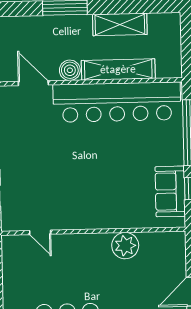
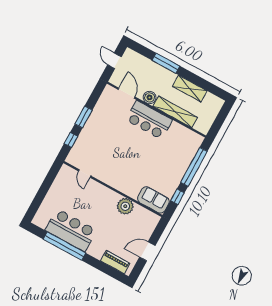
bar counter: (117, 102) -> (149, 120), width x0.54
sofa: (170, 191) -> (153, 200), moved, turned 90

